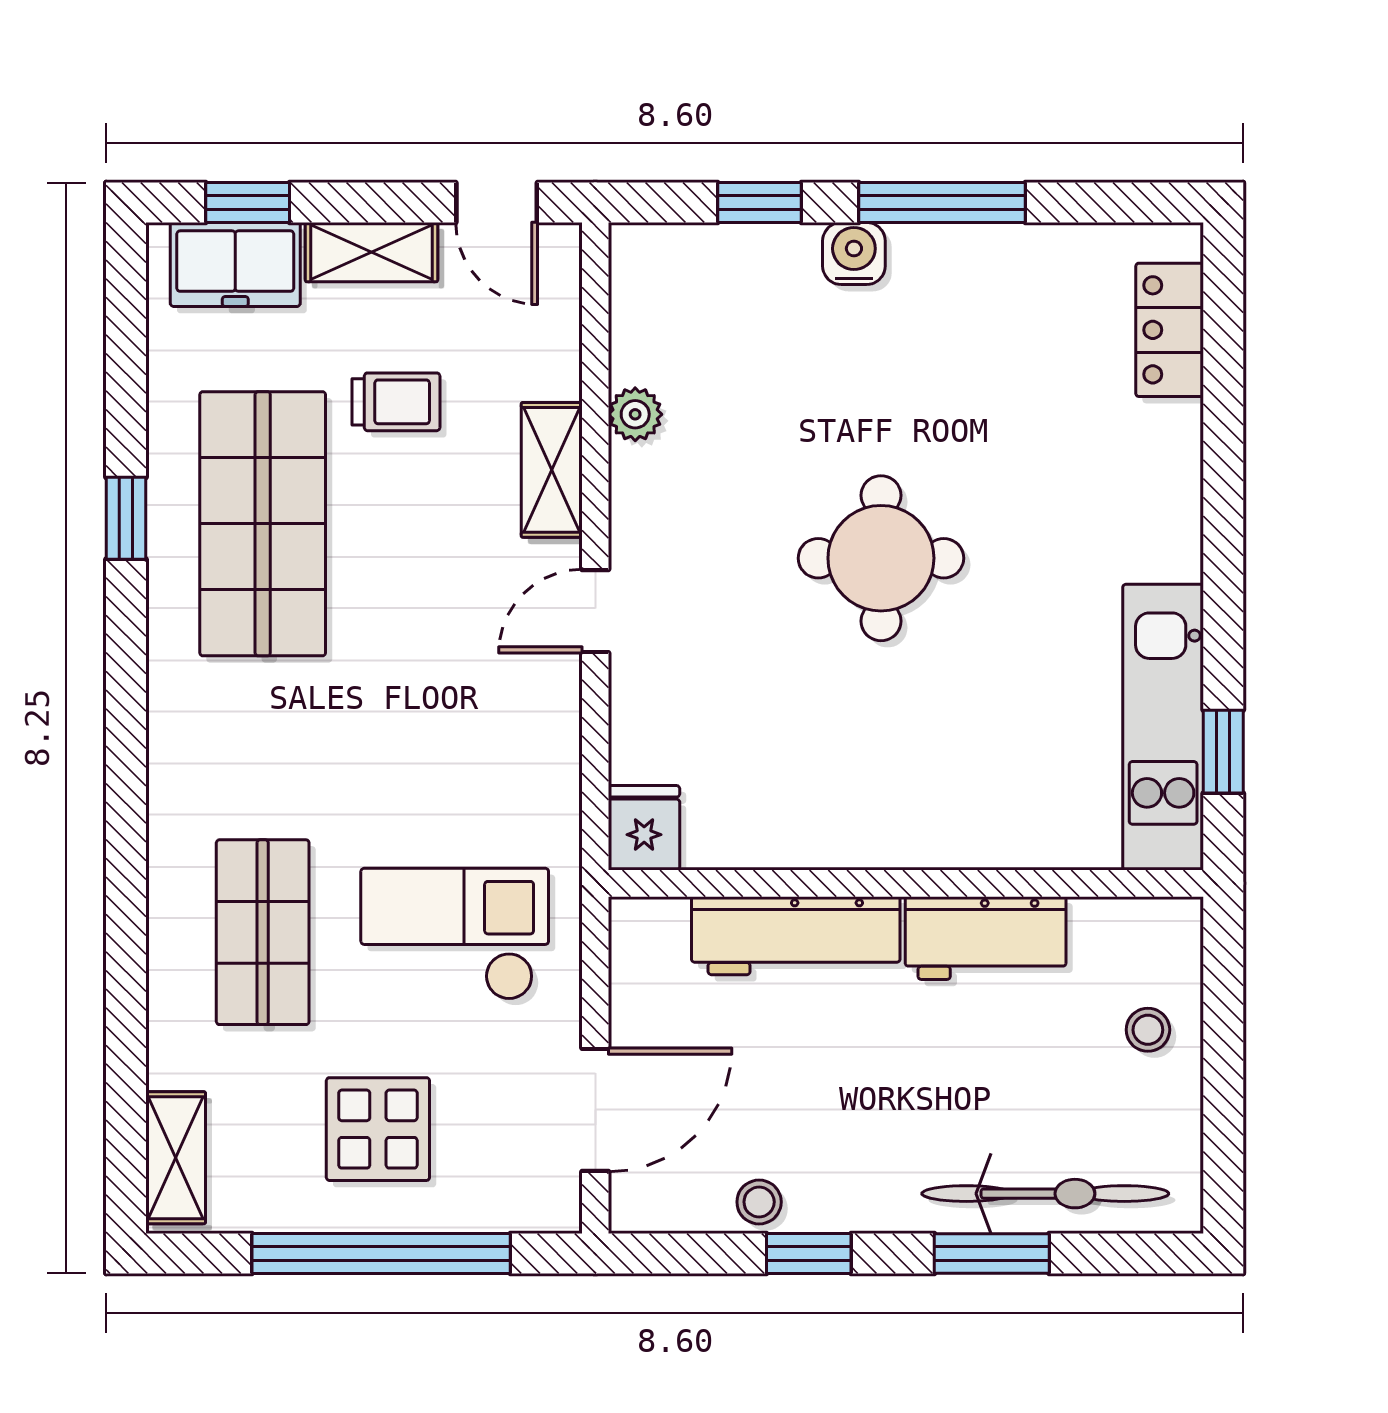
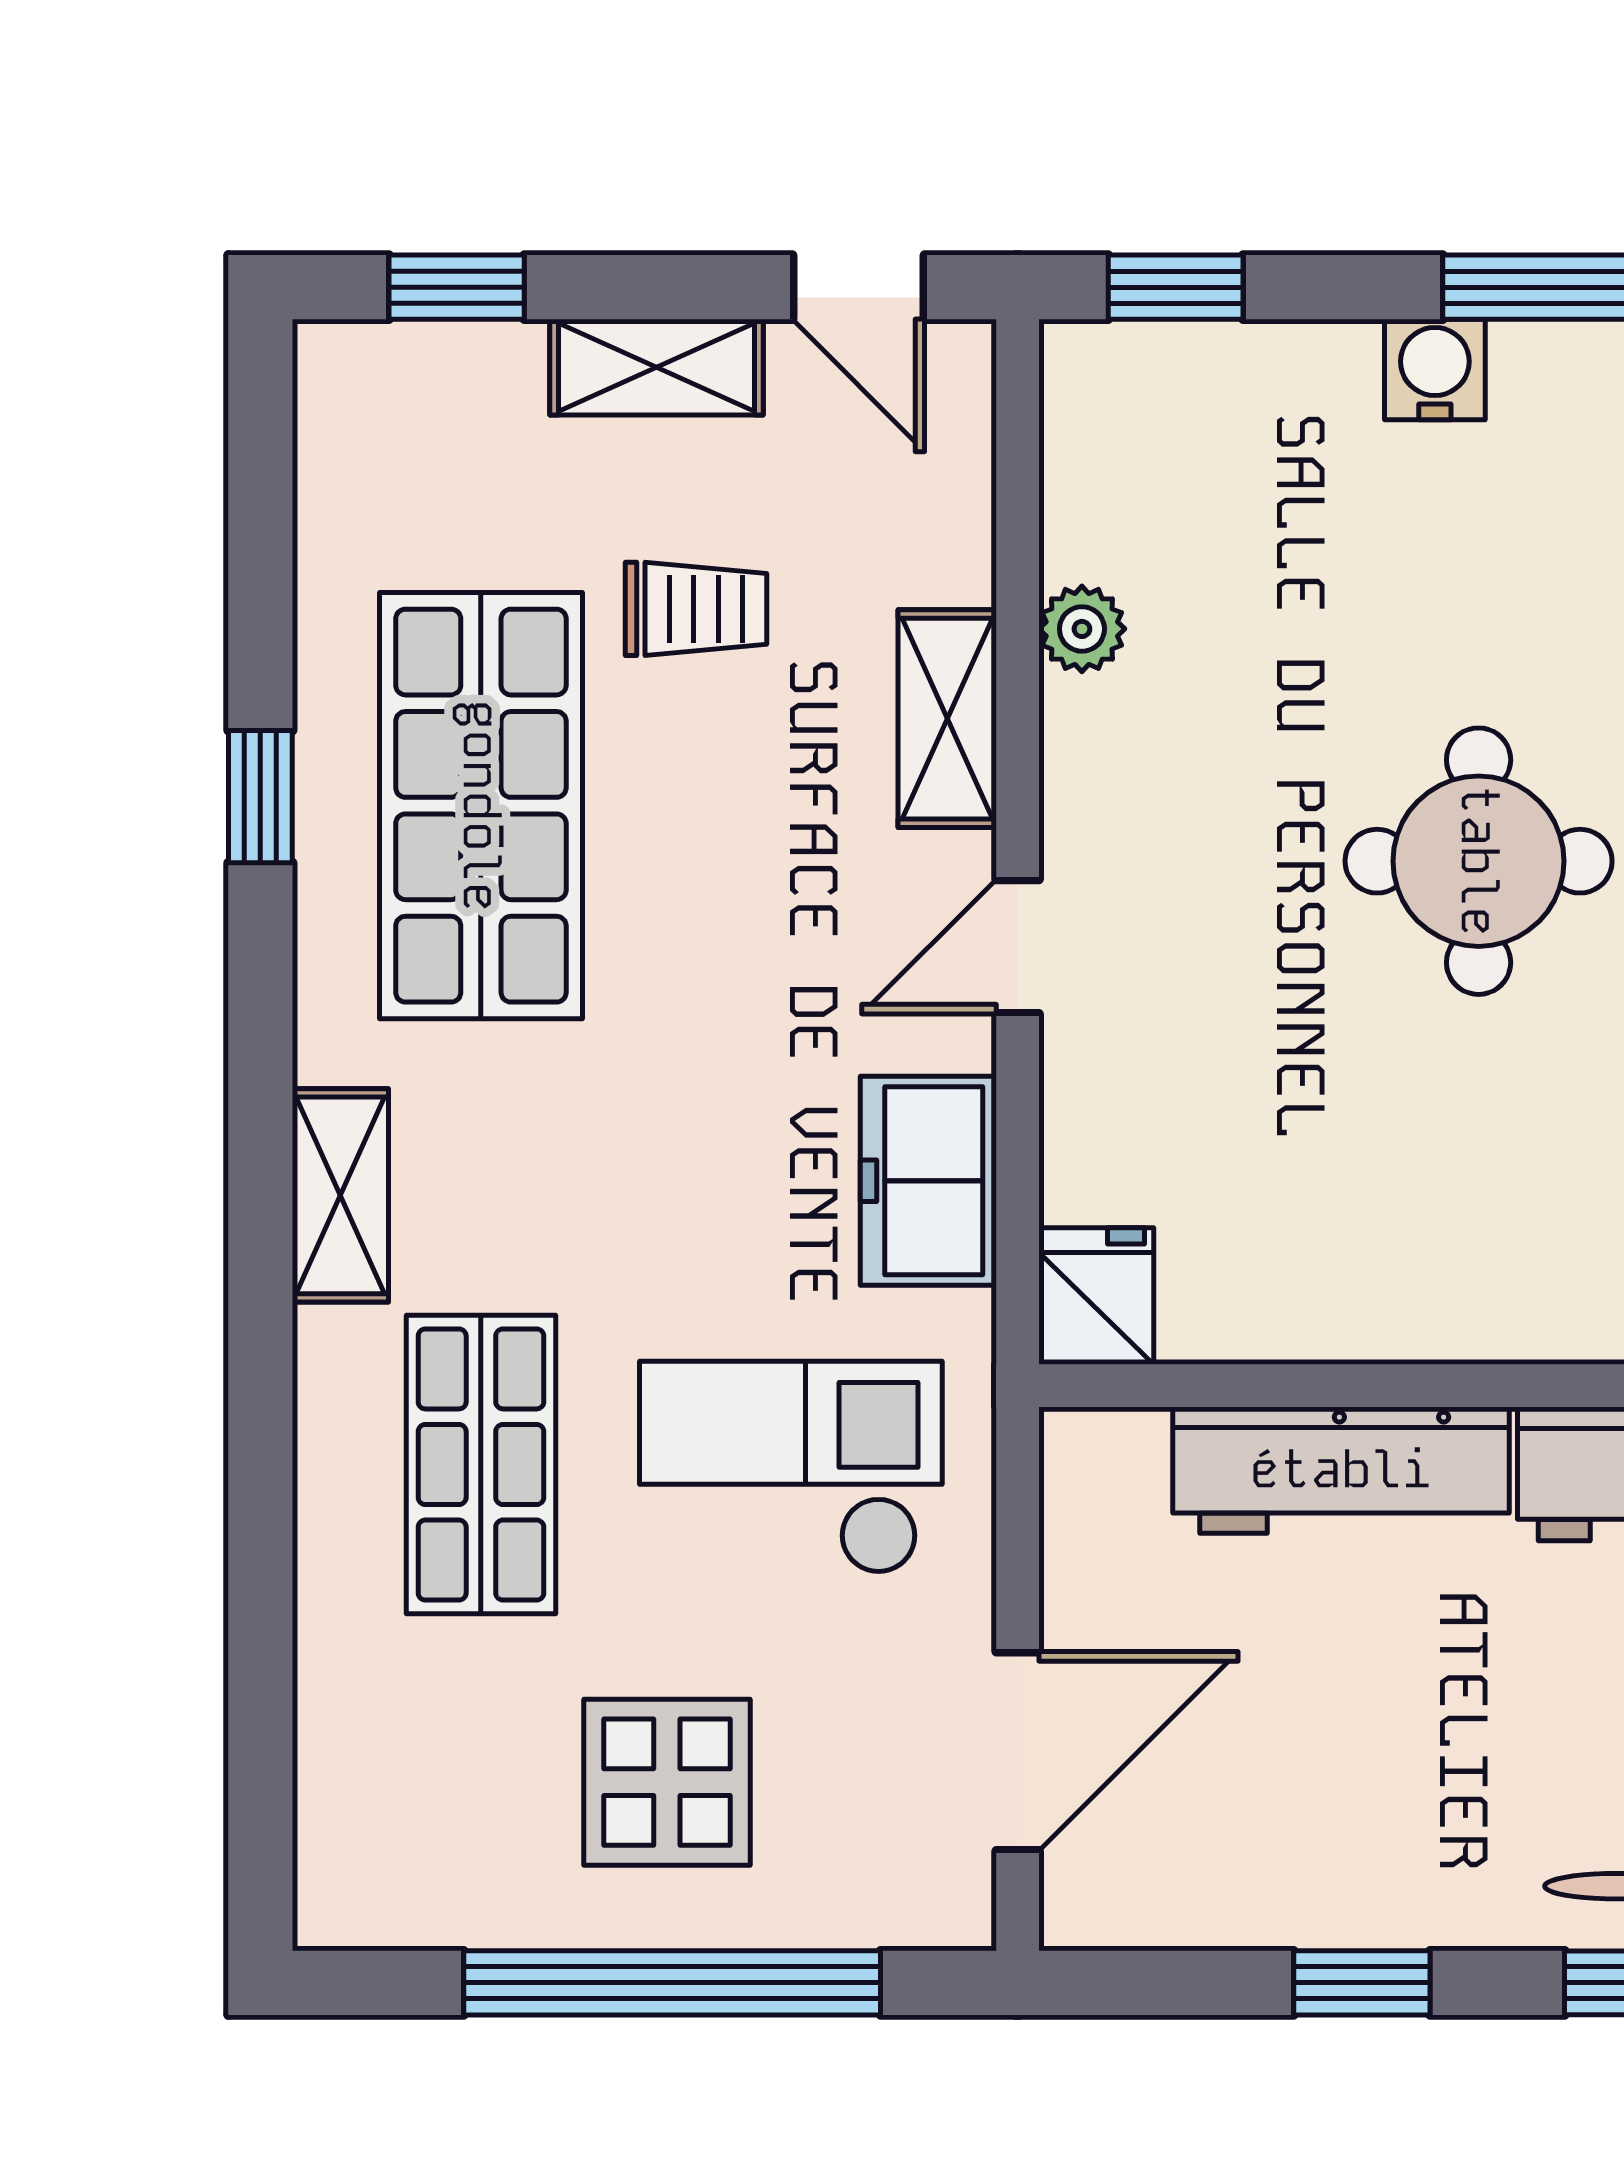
window: (760, 202) -> (1176, 287), moved
freezer: (235, 264) -> (928, 1181), moved, turned 90
shelving: (176, 1158) -> (340, 1195), moved
stool: (759, 1202) -> (1282, 1900), removed

